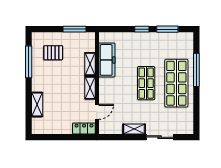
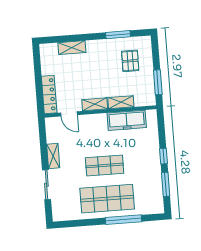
window: (29, 62) -> (118, 35), width x0.69
locker: (84, 128) -> (49, 94), width x1.53

